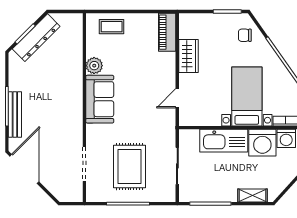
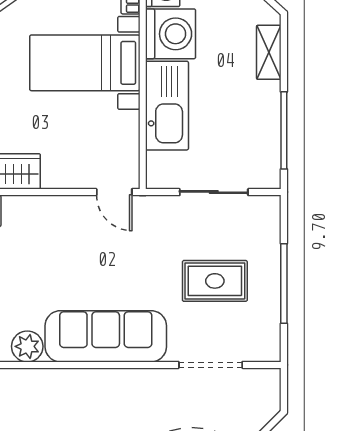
door: (177, 98) -> (114, 192), moved
sofa: (100, 99) -> (106, 336), width x1.36
rug: (129, 166) -> (215, 281), width x0.73, depth x0.70

